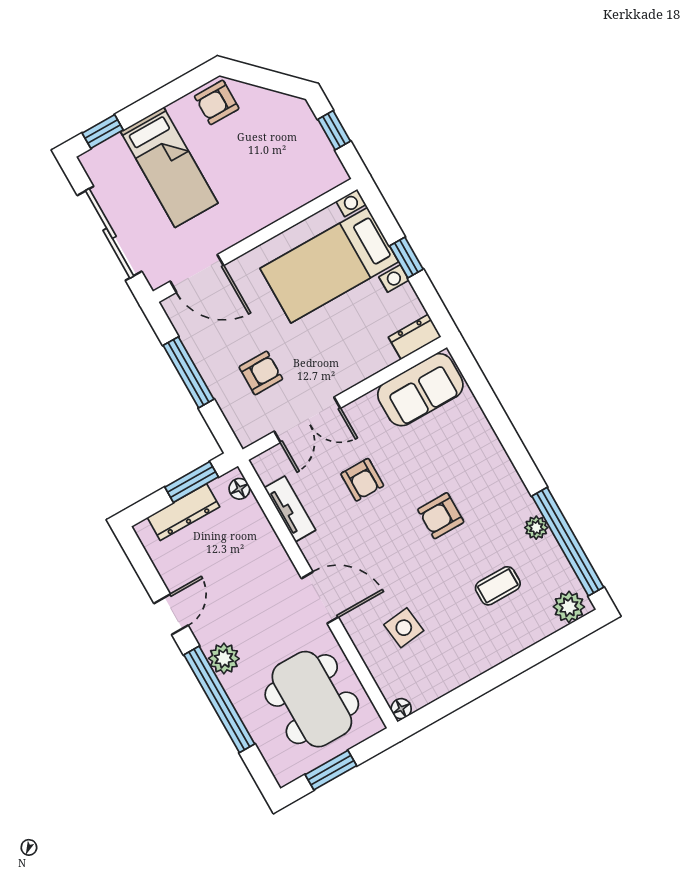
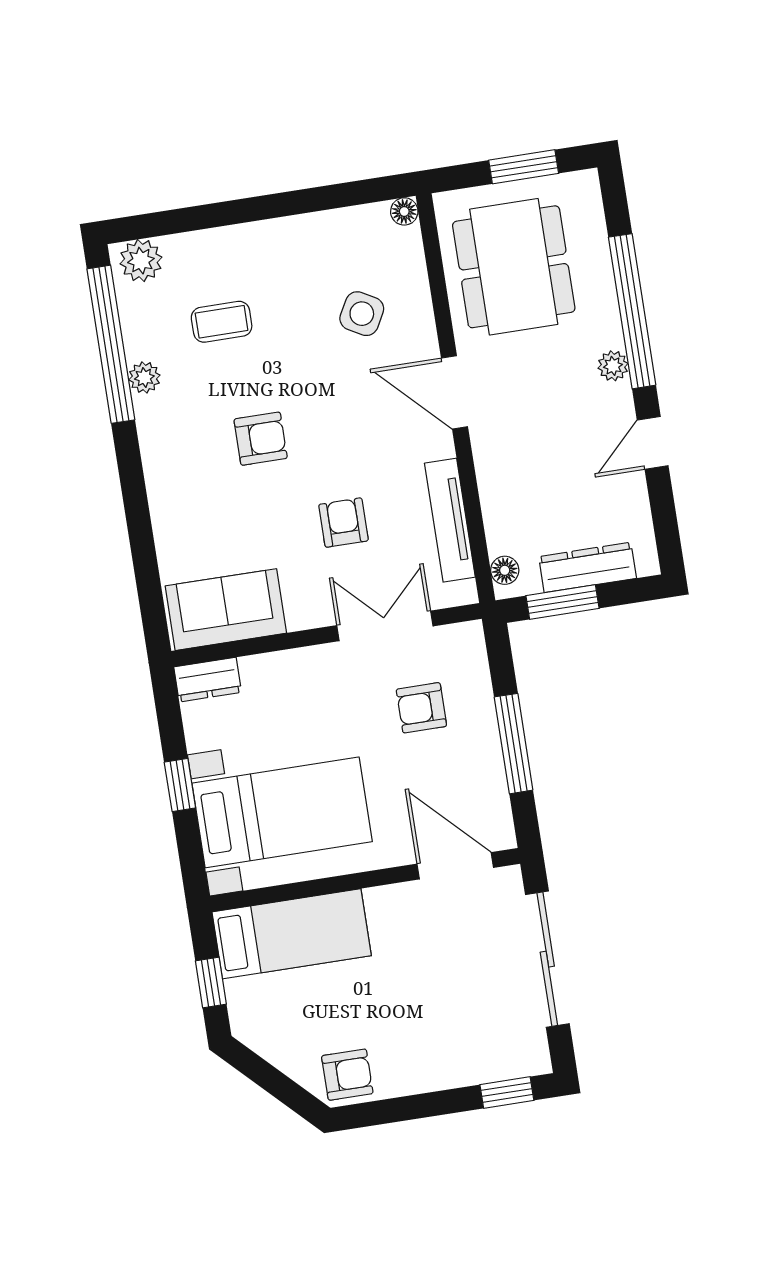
bed: (169, 167) -> (292, 934), moved, turned 90
tv unit: (290, 509) -> (450, 520), width x1.41
side table: (404, 628) -> (362, 314), turned 36
plant: (224, 658) -> (613, 366), width x0.73, depth x0.73

